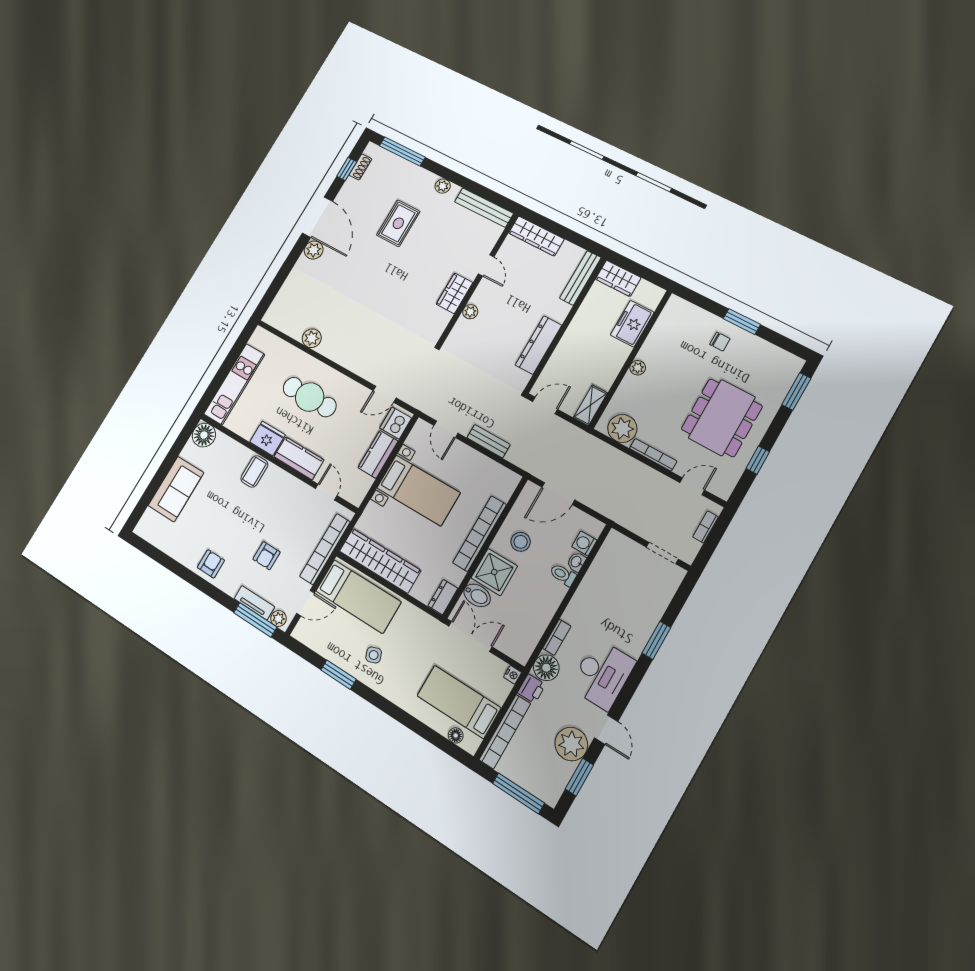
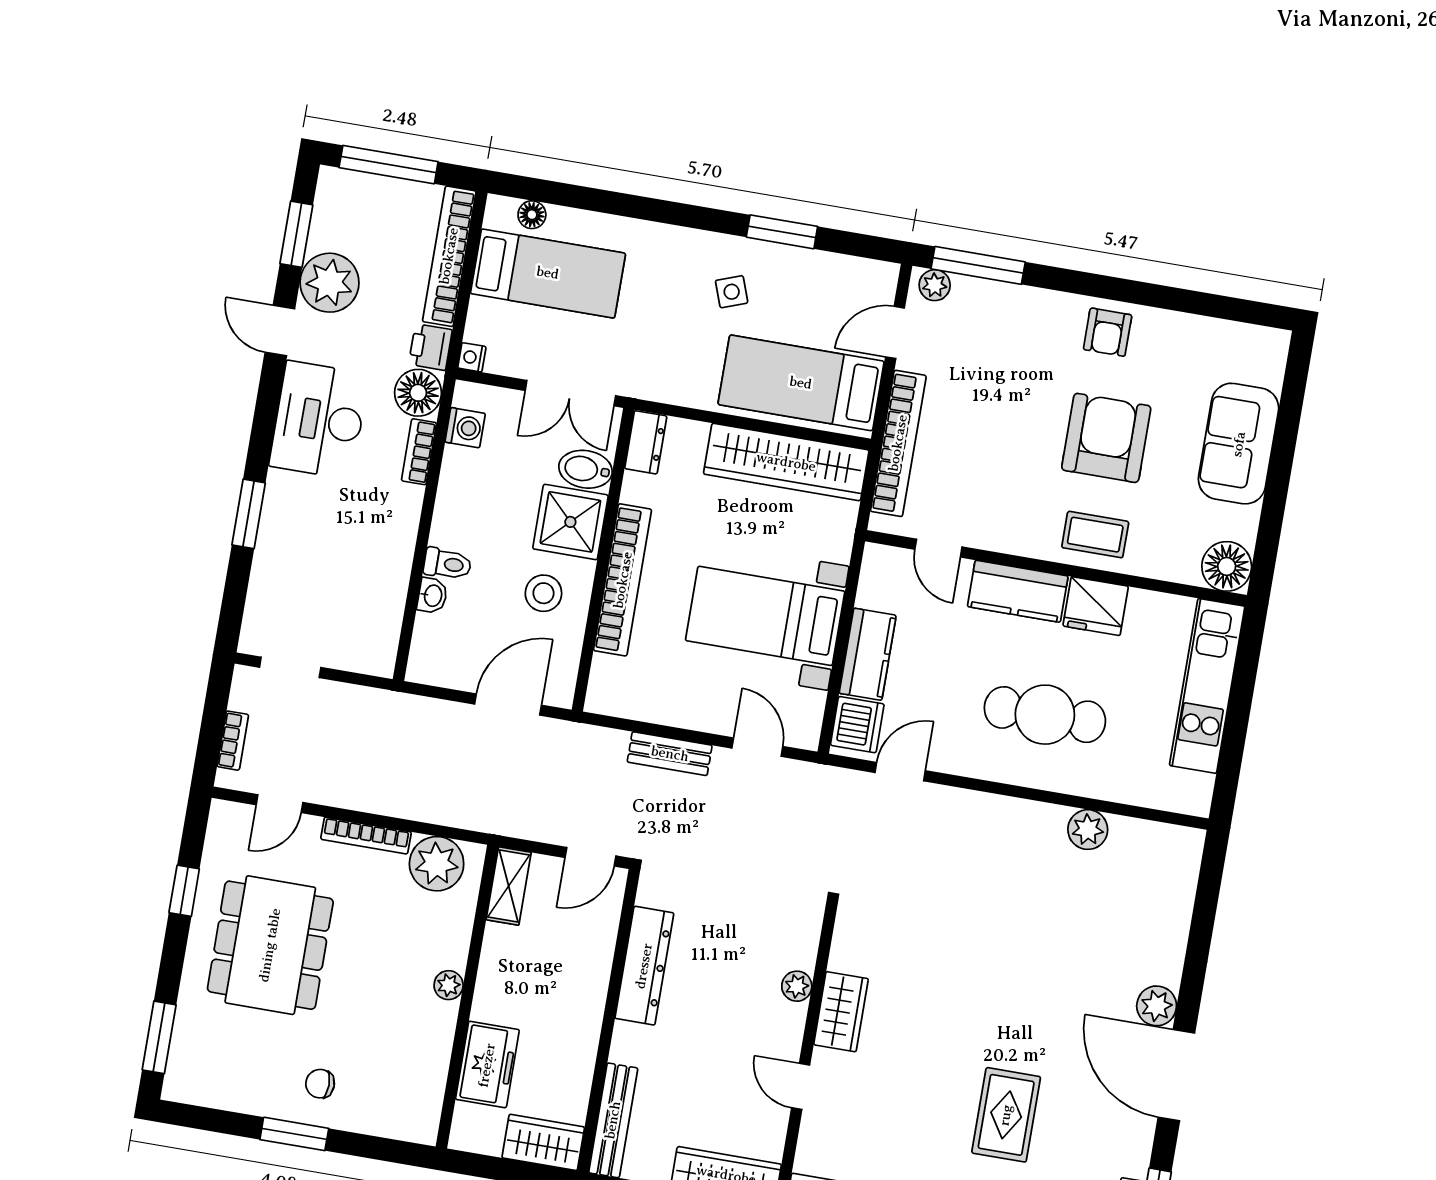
coffee table: (254, 471) -> (1095, 535), turned 90
washing machine: (584, 543) -> (465, 428), moved
armchair: (267, 556) -> (1106, 438), moved, width x1.88, depth x1.88
tv unit: (254, 603) -> (993, 295), removed

